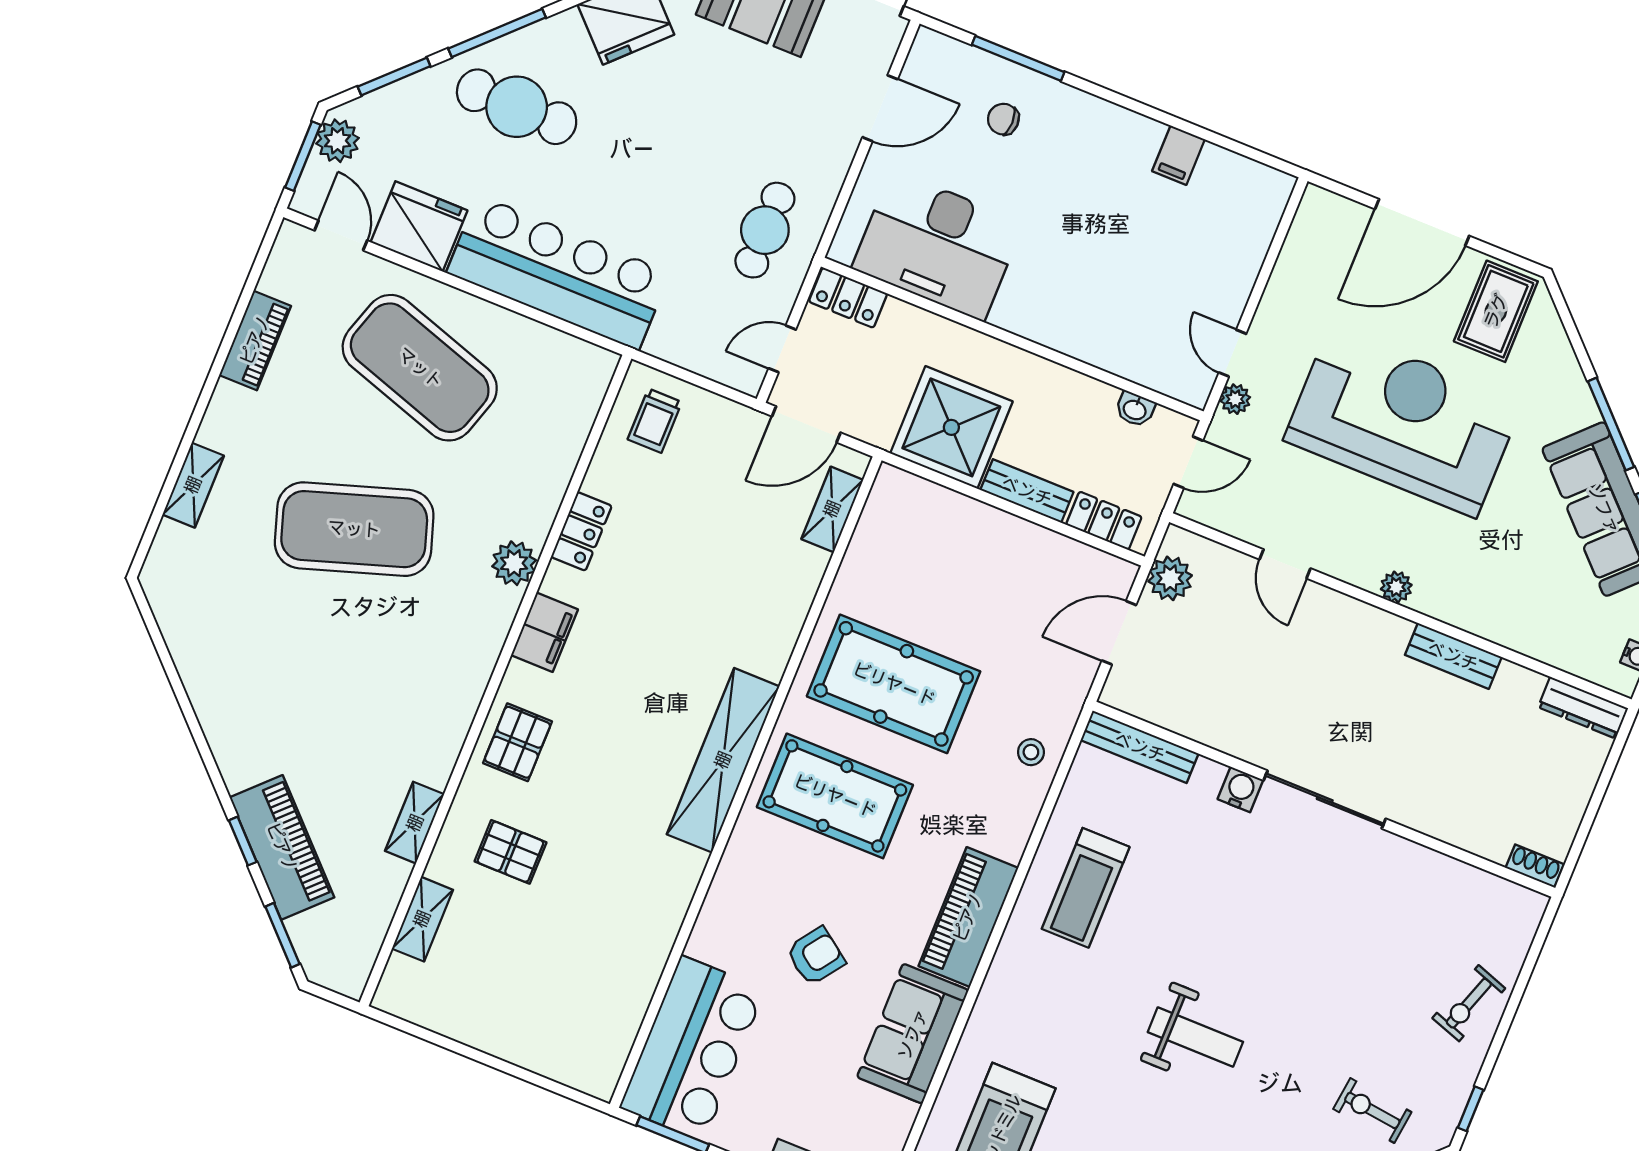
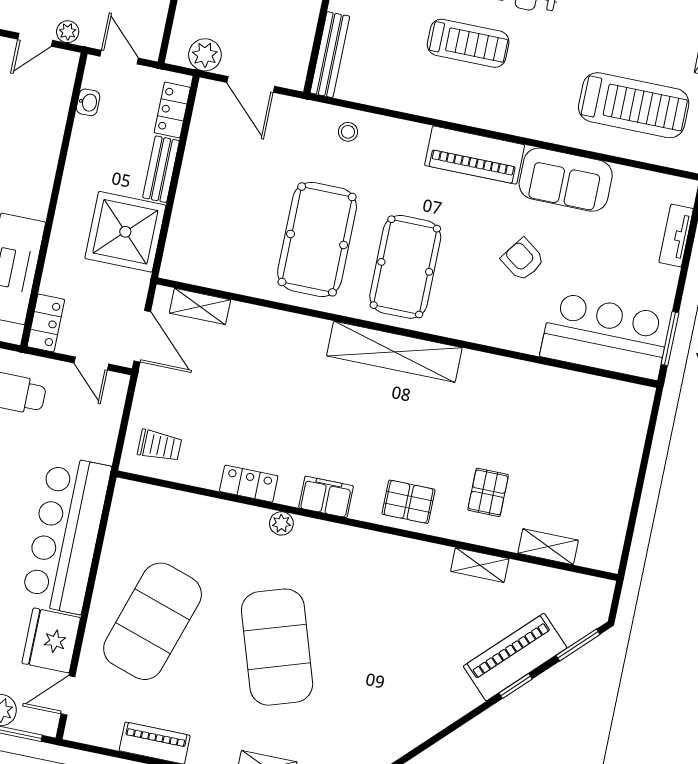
plant: (514, 563) -> (281, 523), width x0.73, depth x0.73
treadmill: (1086, 888) -> (468, 43), moved

